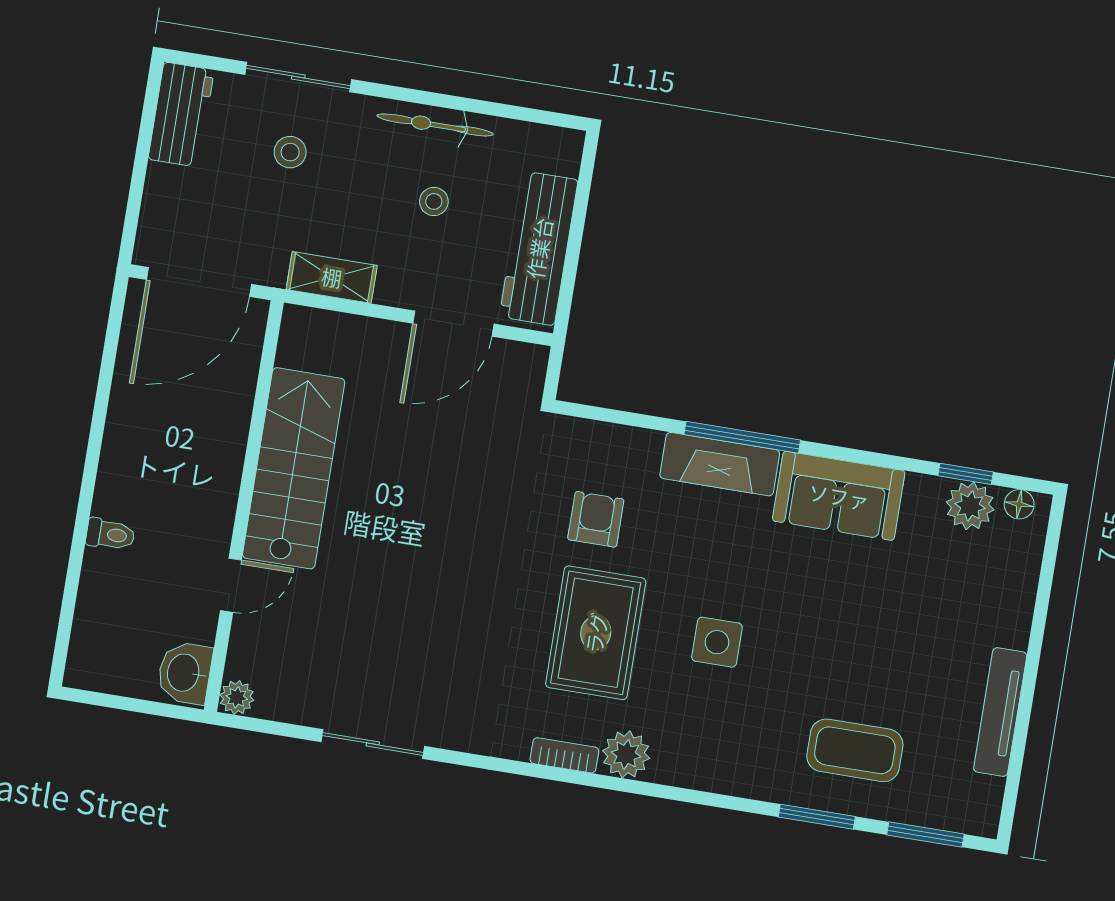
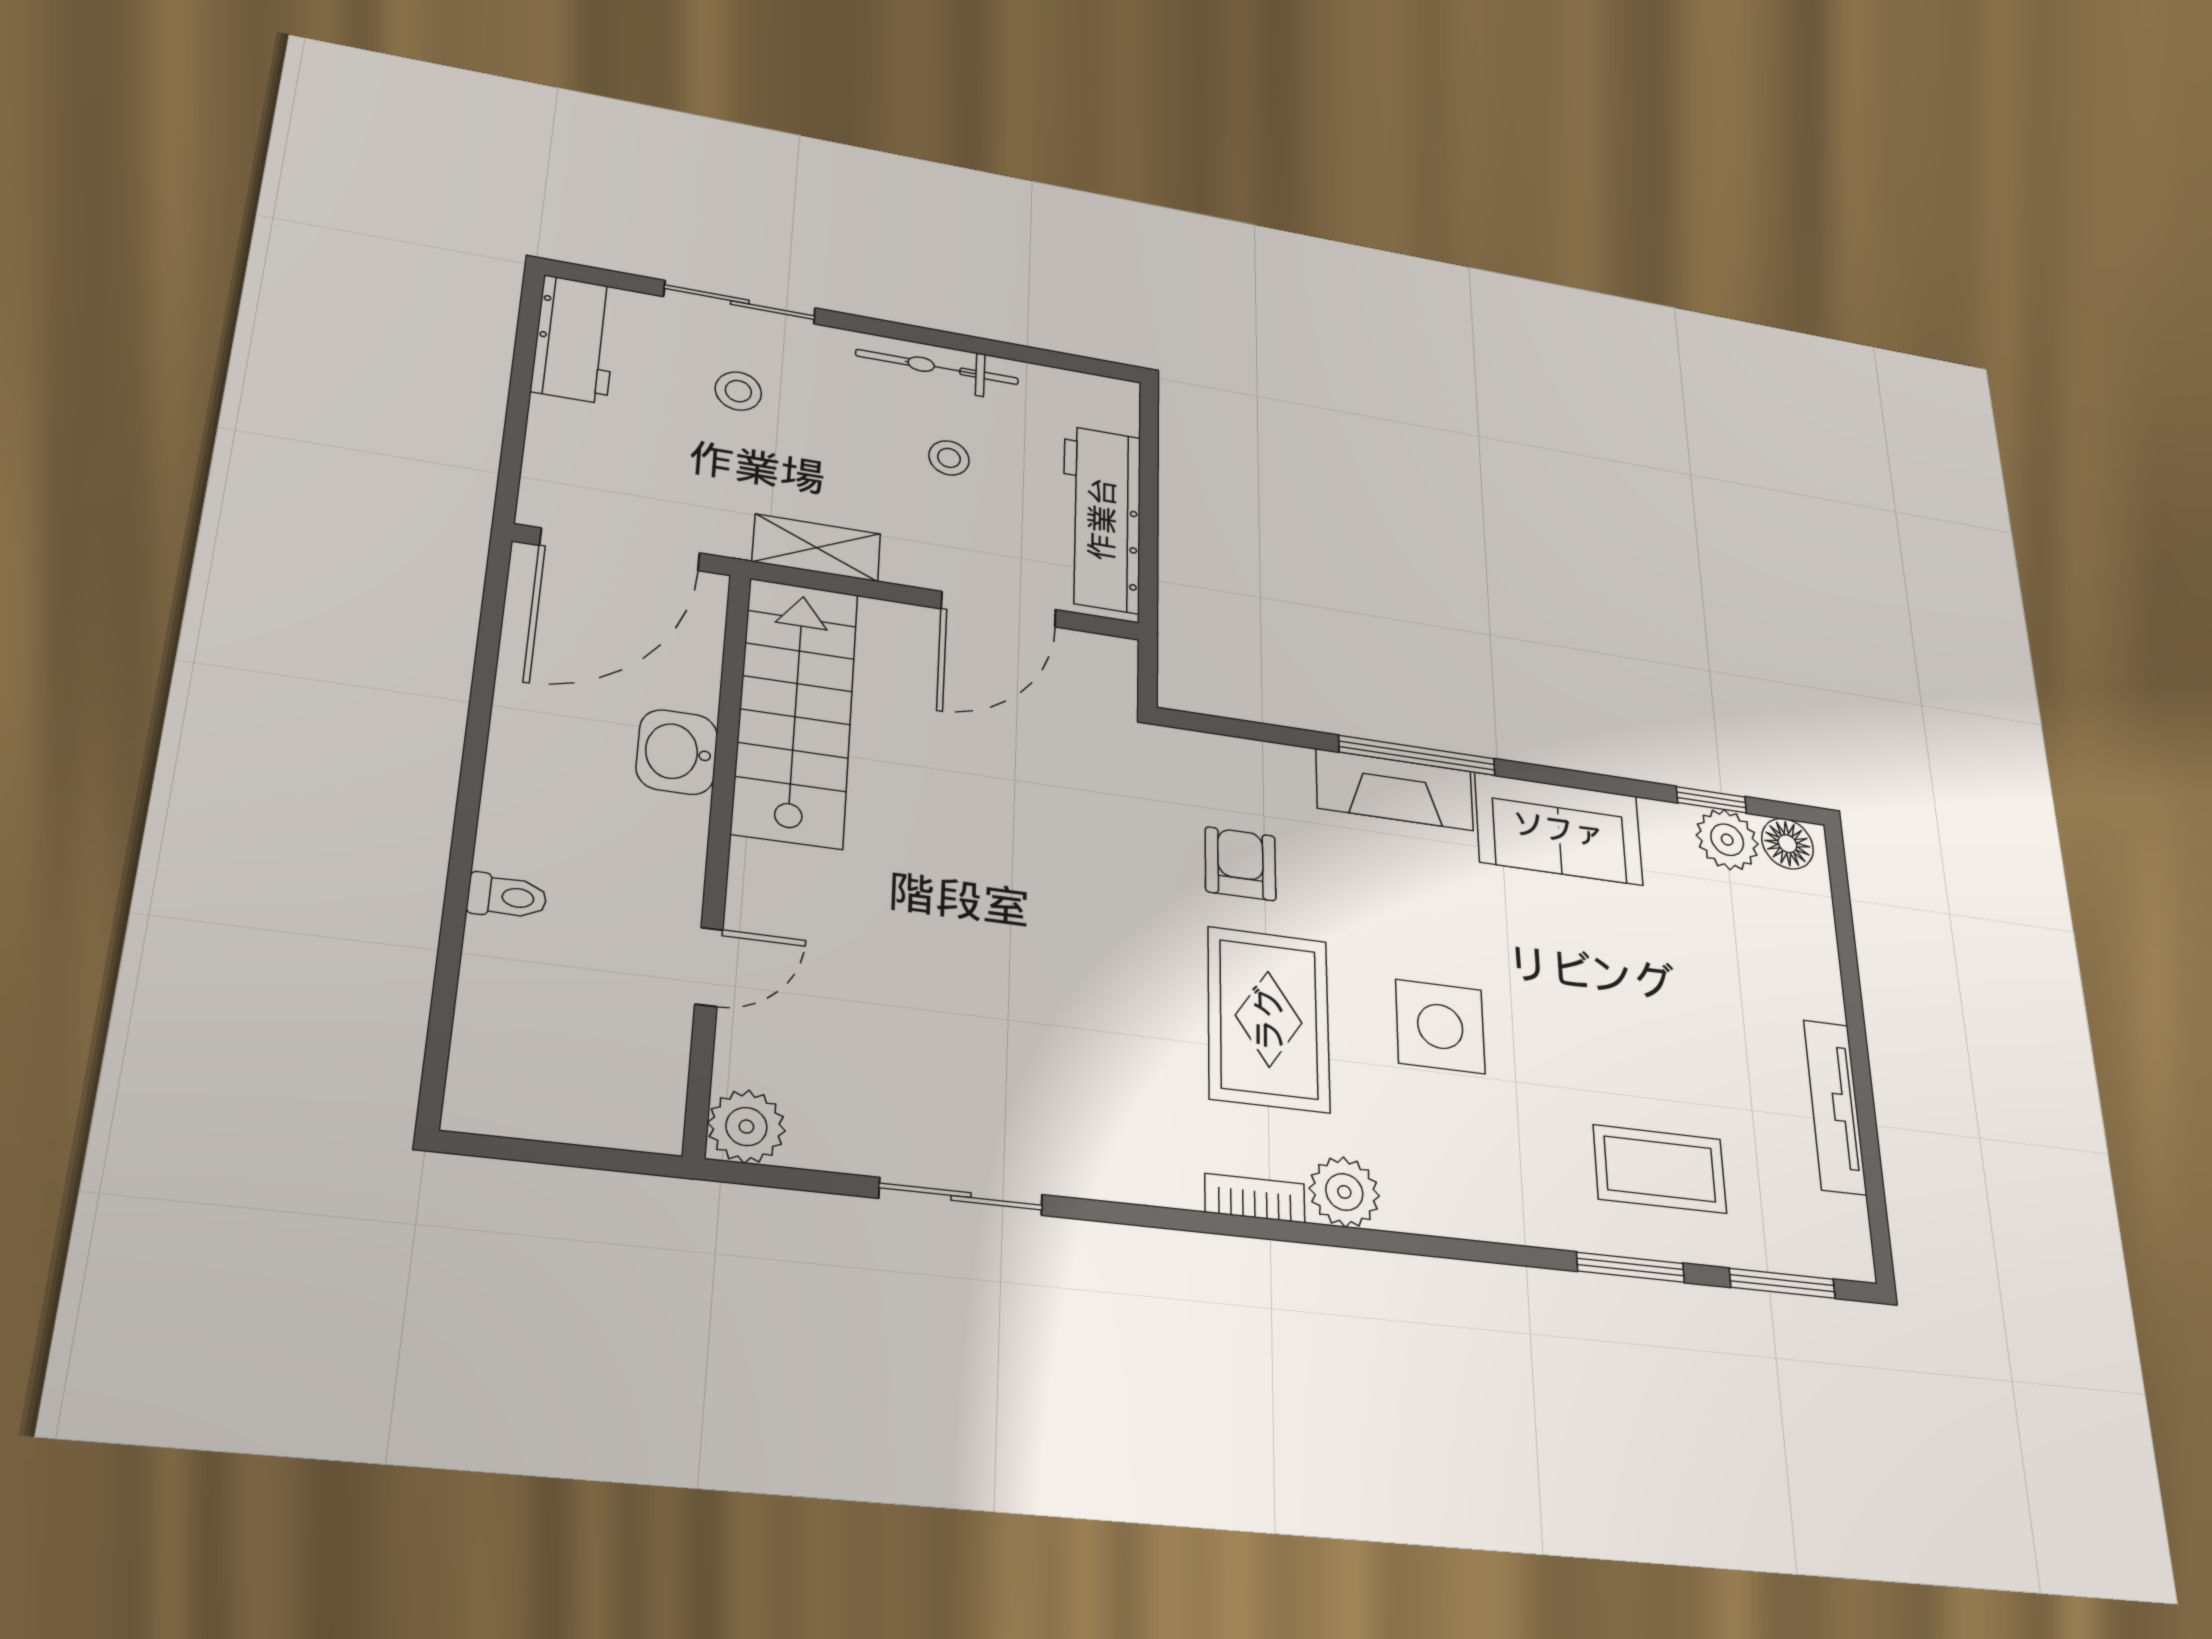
stairs: (294, 468) -> (795, 712), moved
floor lamp: (1019, 504) -> (1787, 844), width x1.37, depth x1.37
side table: (717, 642) -> (1440, 1026), width x1.37, depth x1.37
washbasin: (185, 673) -> (677, 752), moved
plant: (237, 697) -> (746, 1127), width x1.38, depth x1.38

